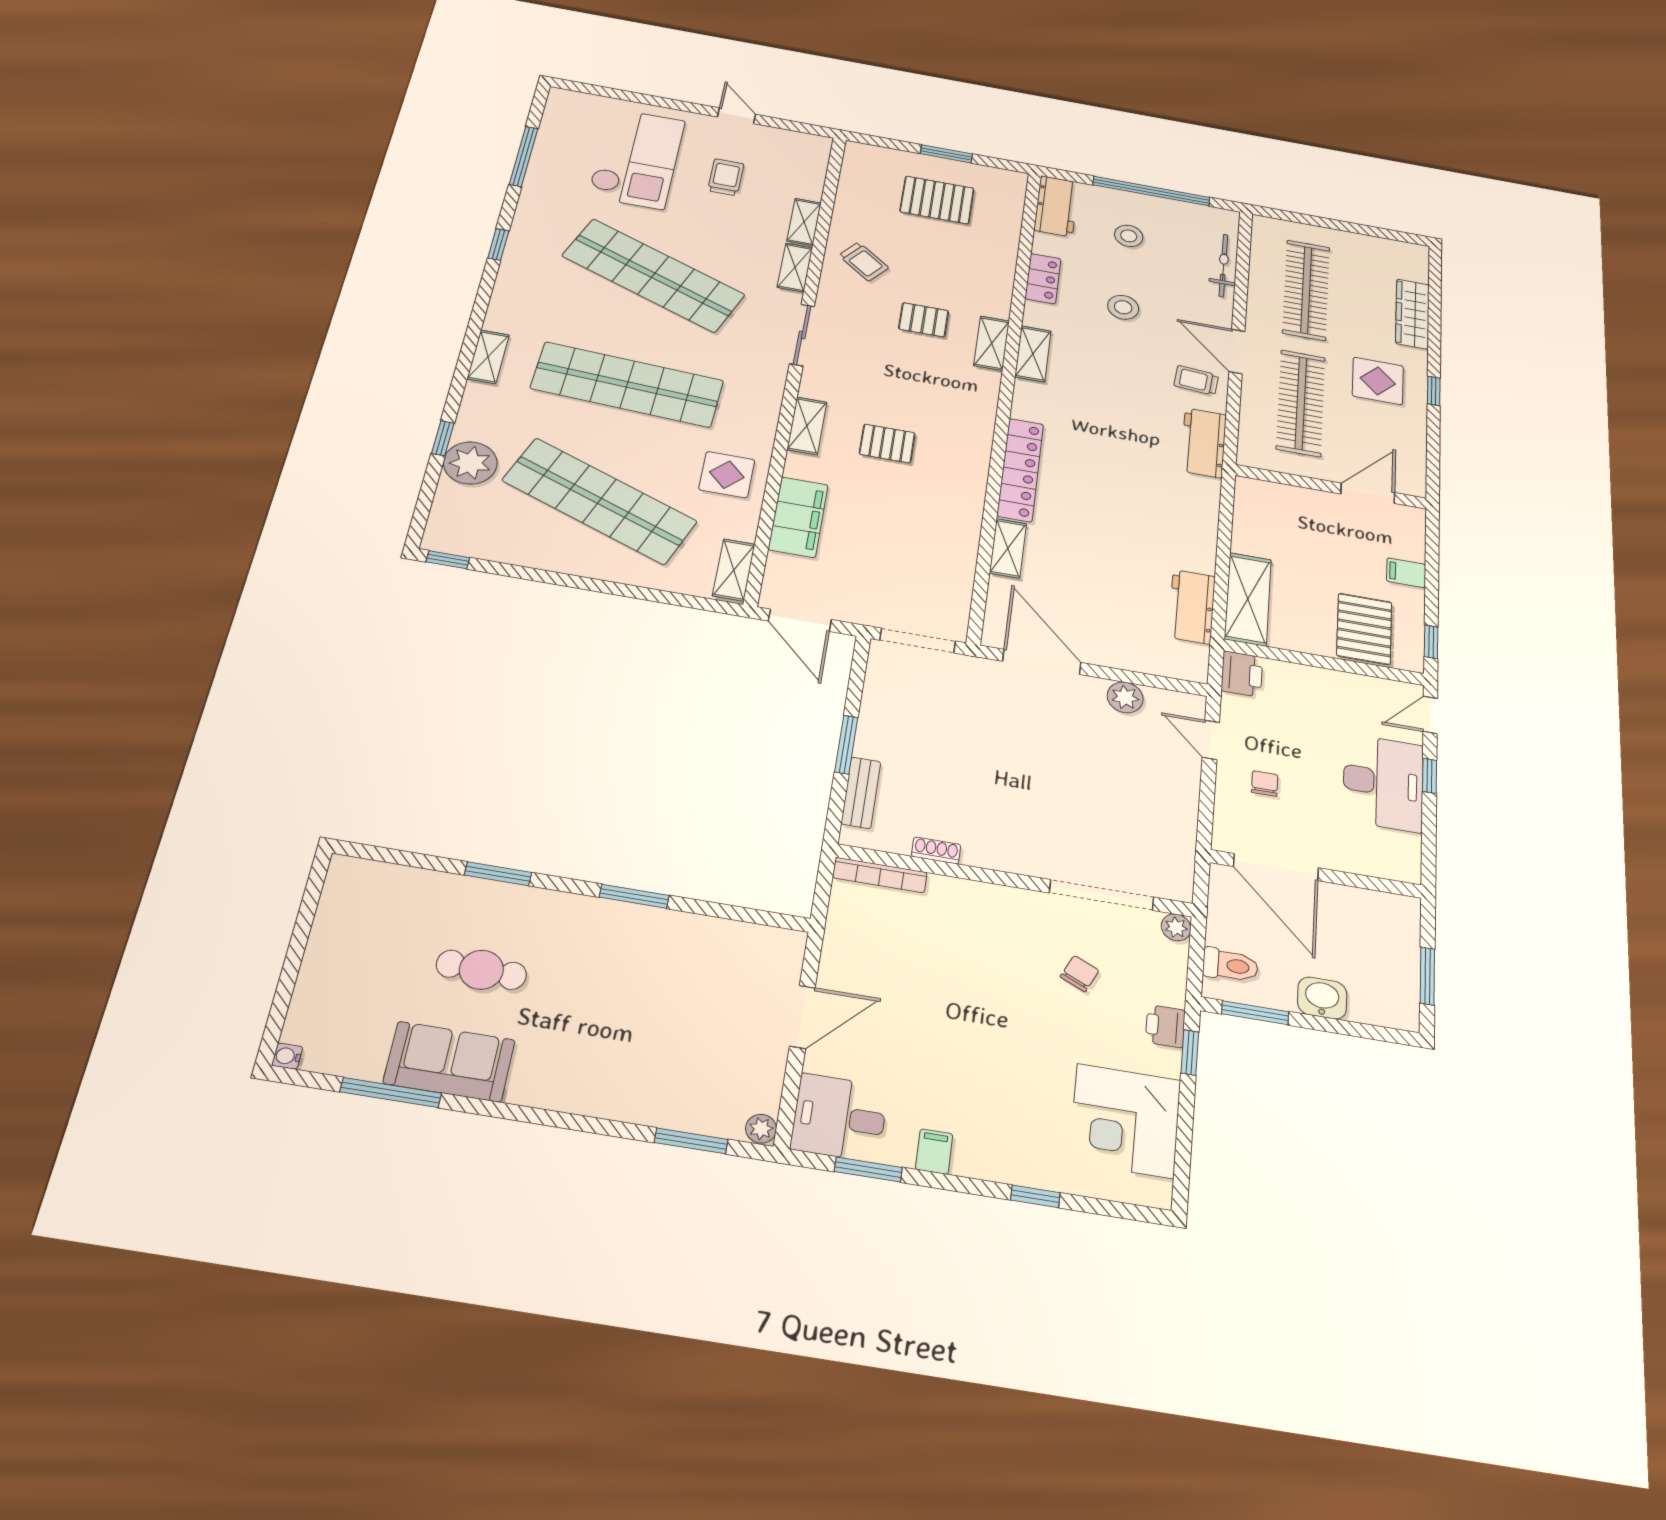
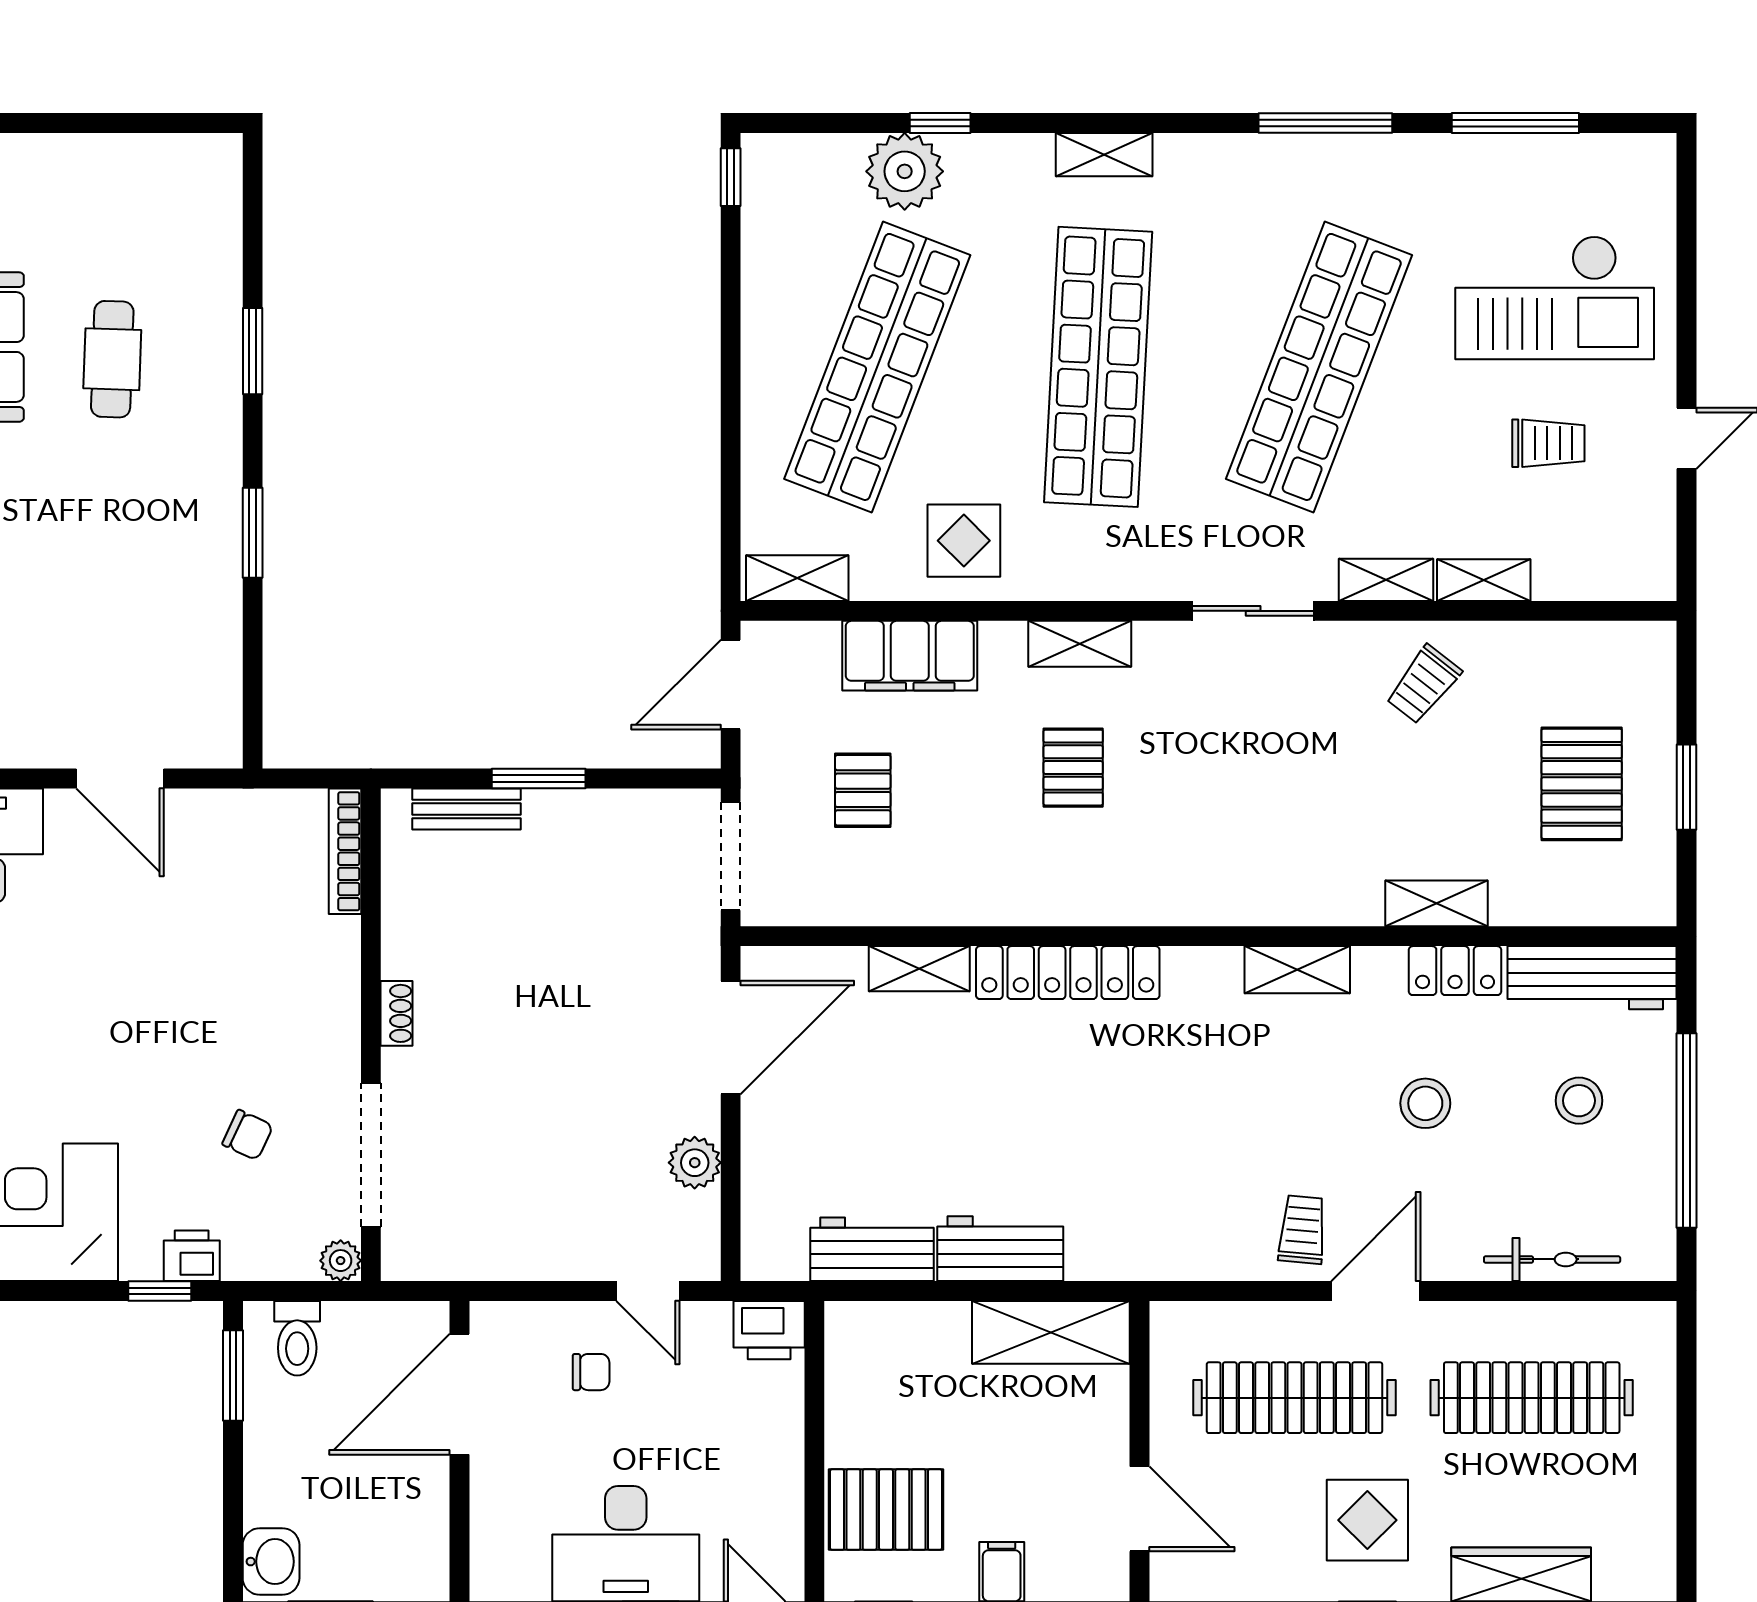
workbench: (1056, 206) -> (1592, 978), width x1.37
window: (498, 244) -> (1325, 123), width x2.17
pallet: (924, 320) -> (863, 790), moved
shelving: (992, 343) -> (1437, 903), moved
workbench: (1204, 443) -> (1000, 1249), moved
shelving: (1248, 599) -> (1051, 1332), moved
door: (1211, 740) -> (648, 1291), swing flipped
shoe rack: (936, 850) -> (397, 1013), moved
washbasin: (1322, 998) -> (271, 1562), moved

